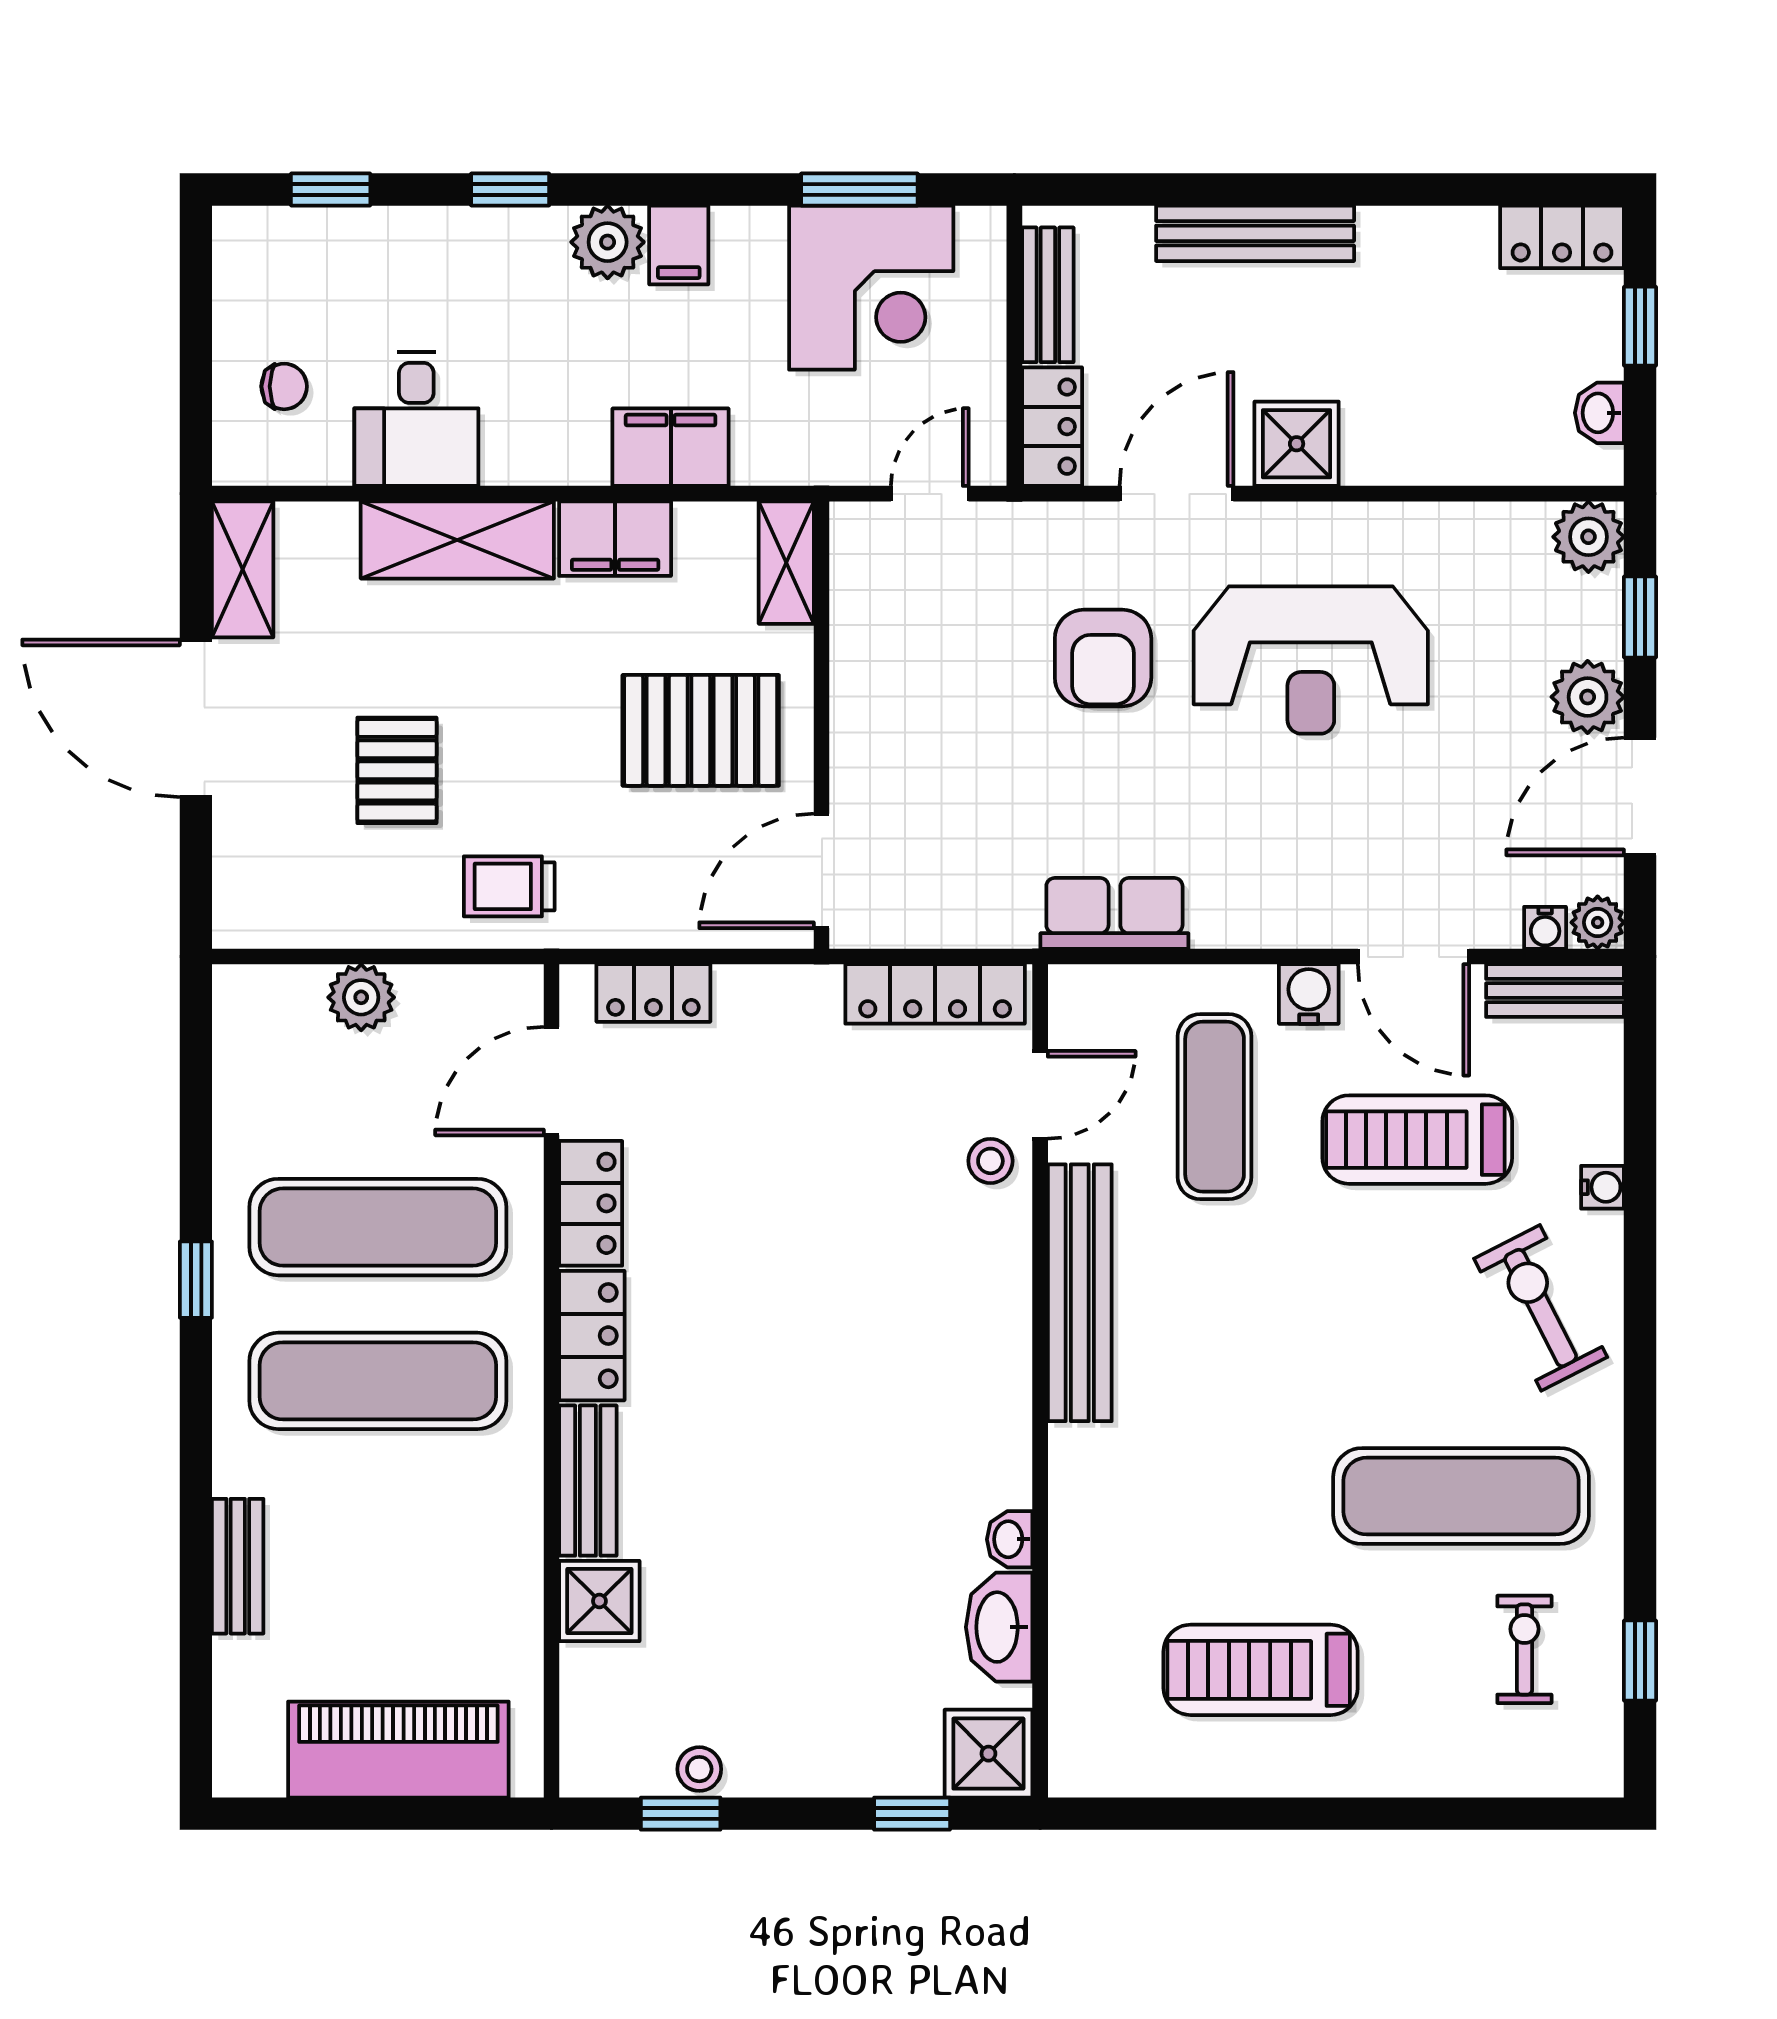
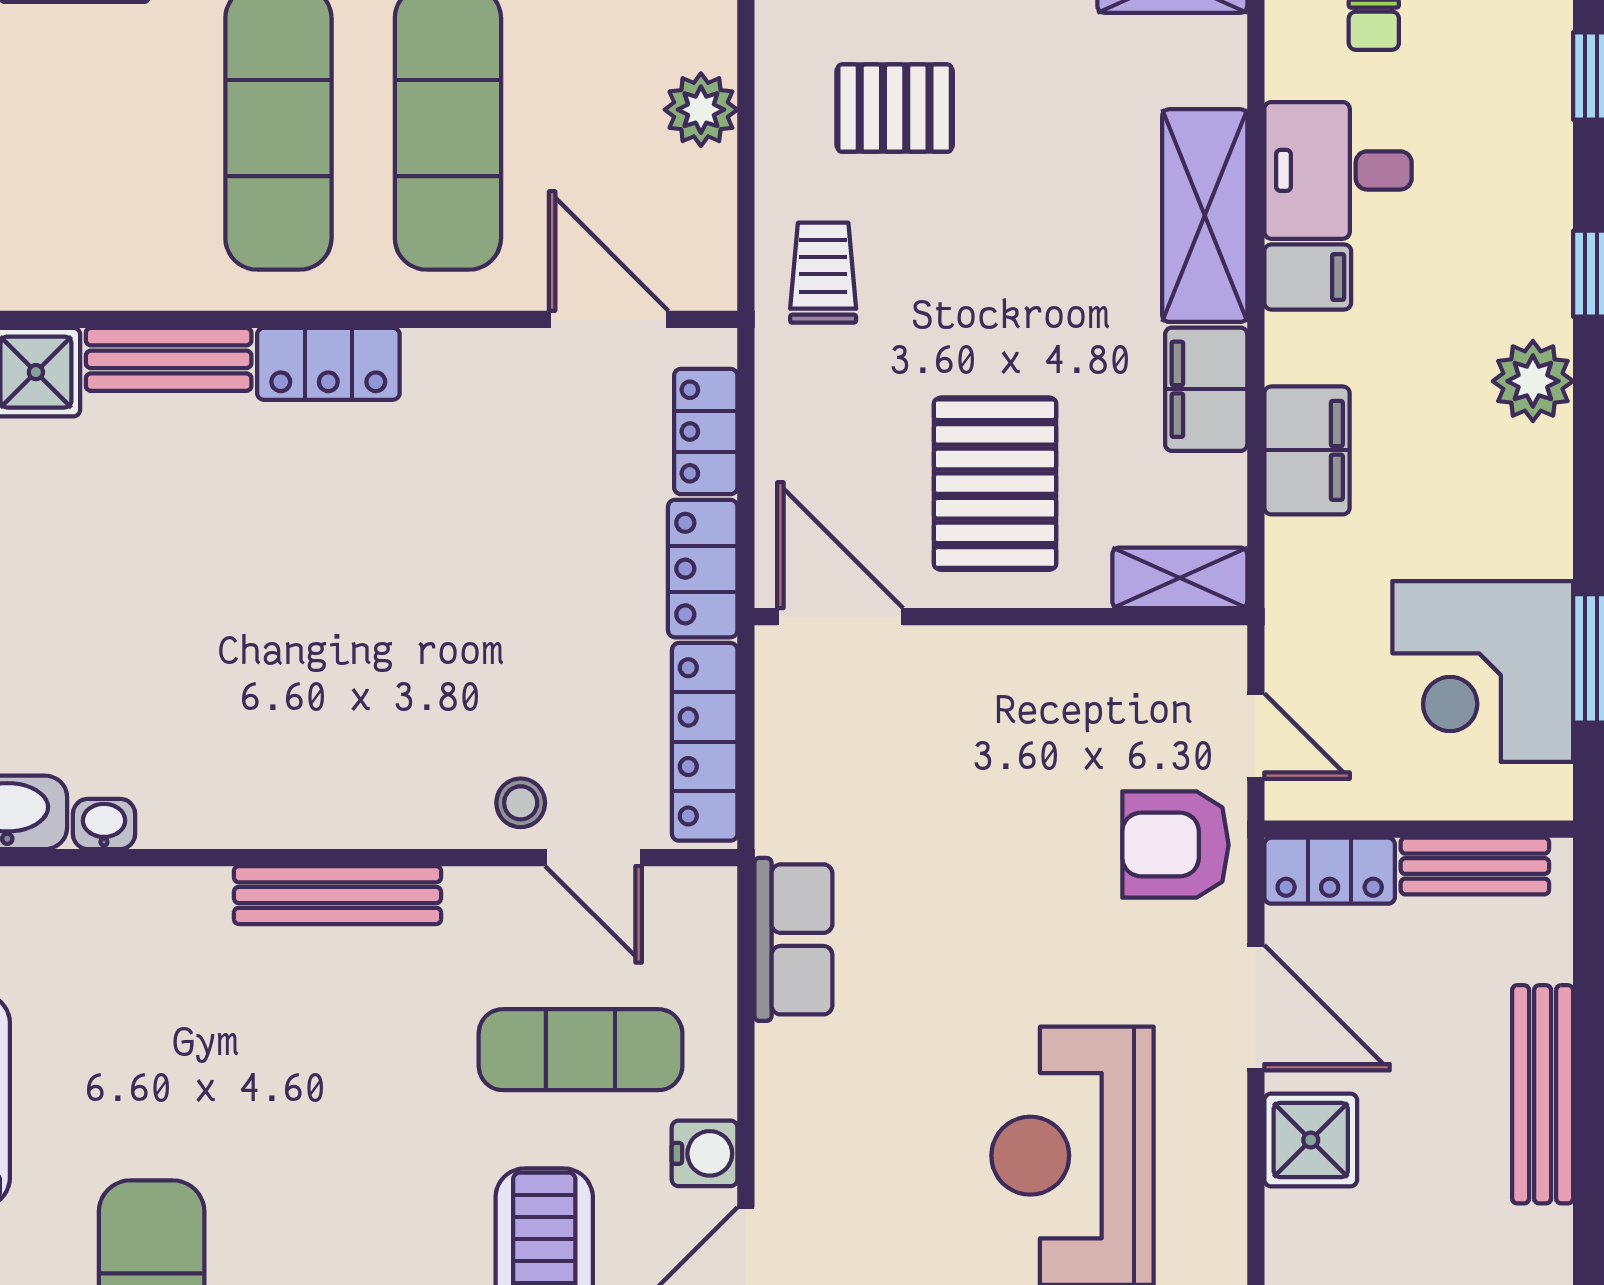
filing cabinet: (679, 245) -> (1308, 277), moved, turned 180
armchair: (1103, 658) -> (1175, 845), moved
pallet: (397, 770) -> (895, 108), moved
locker: (591, 1203) -> (703, 569), moved, turned 90
bench: (1080, 1293) -> (337, 895), width x0.73, depth x0.82

